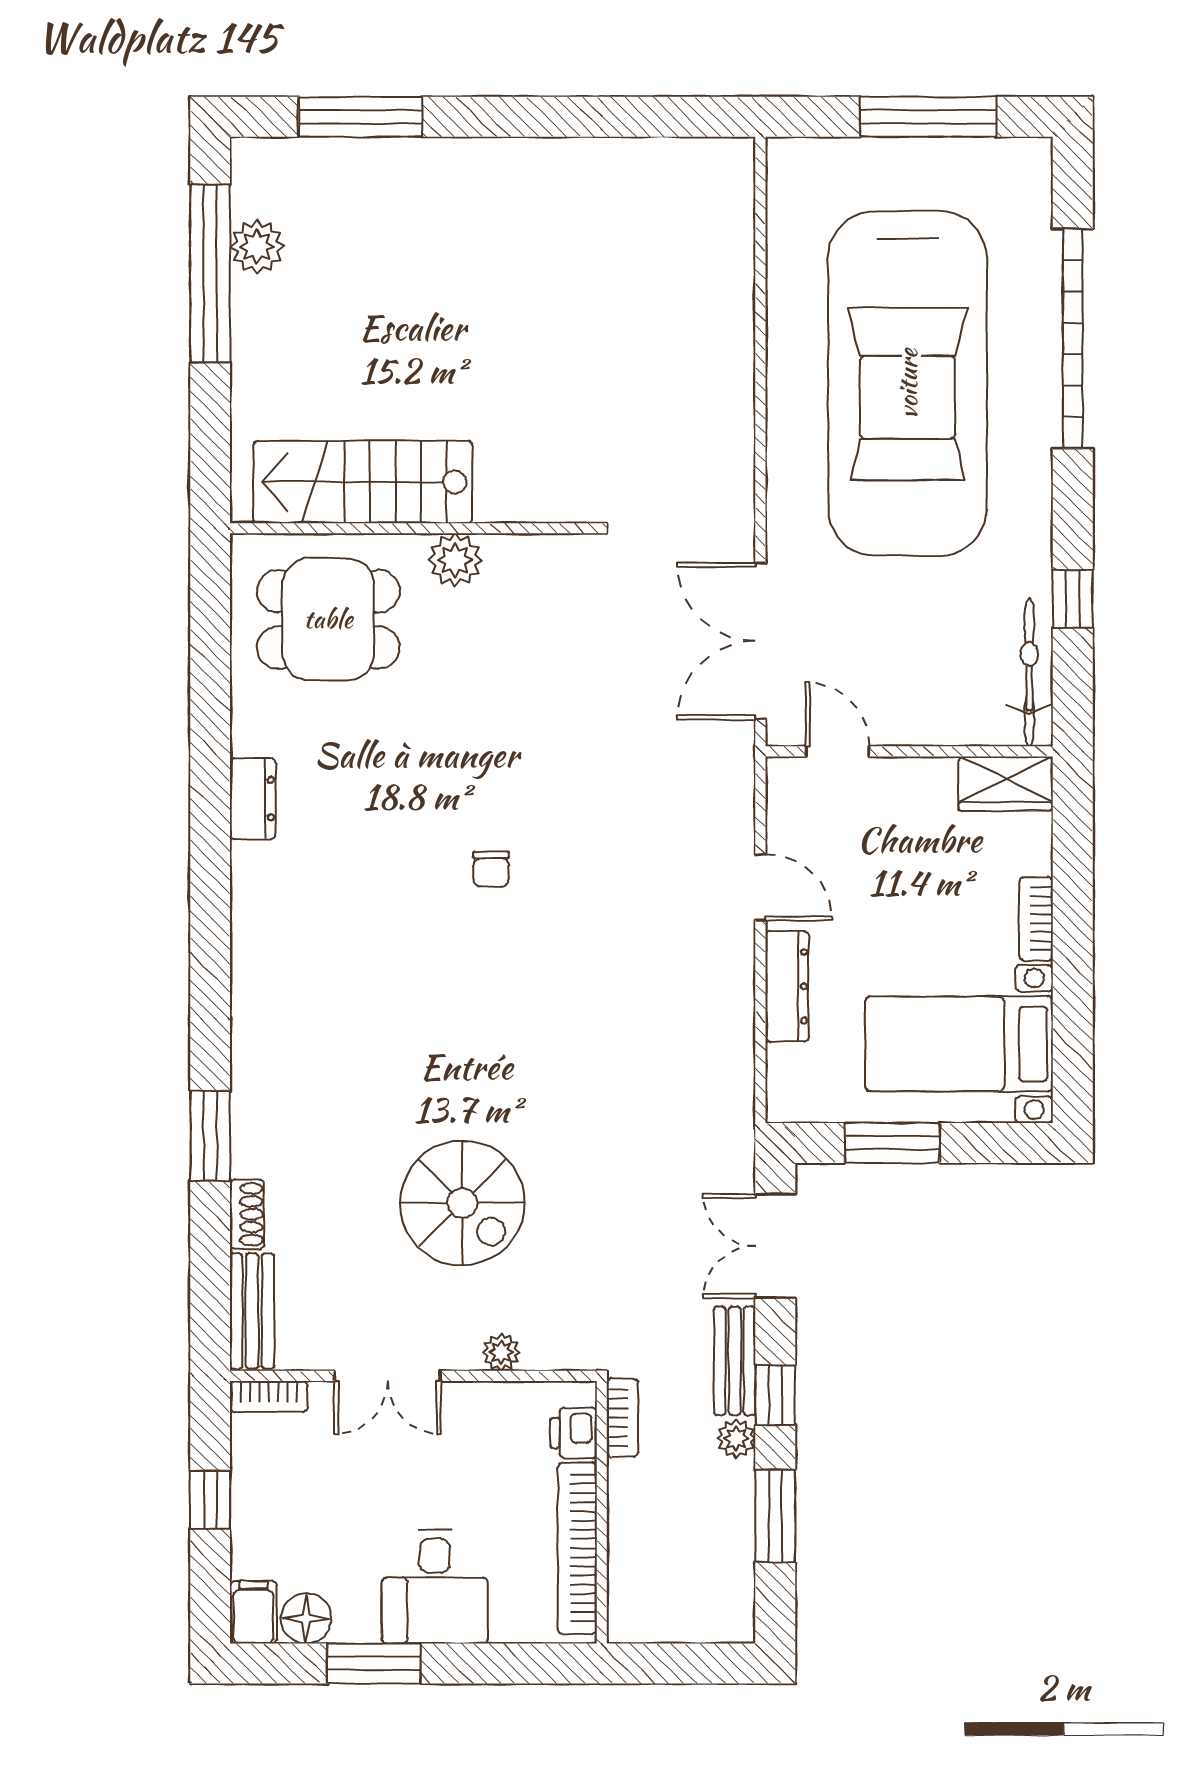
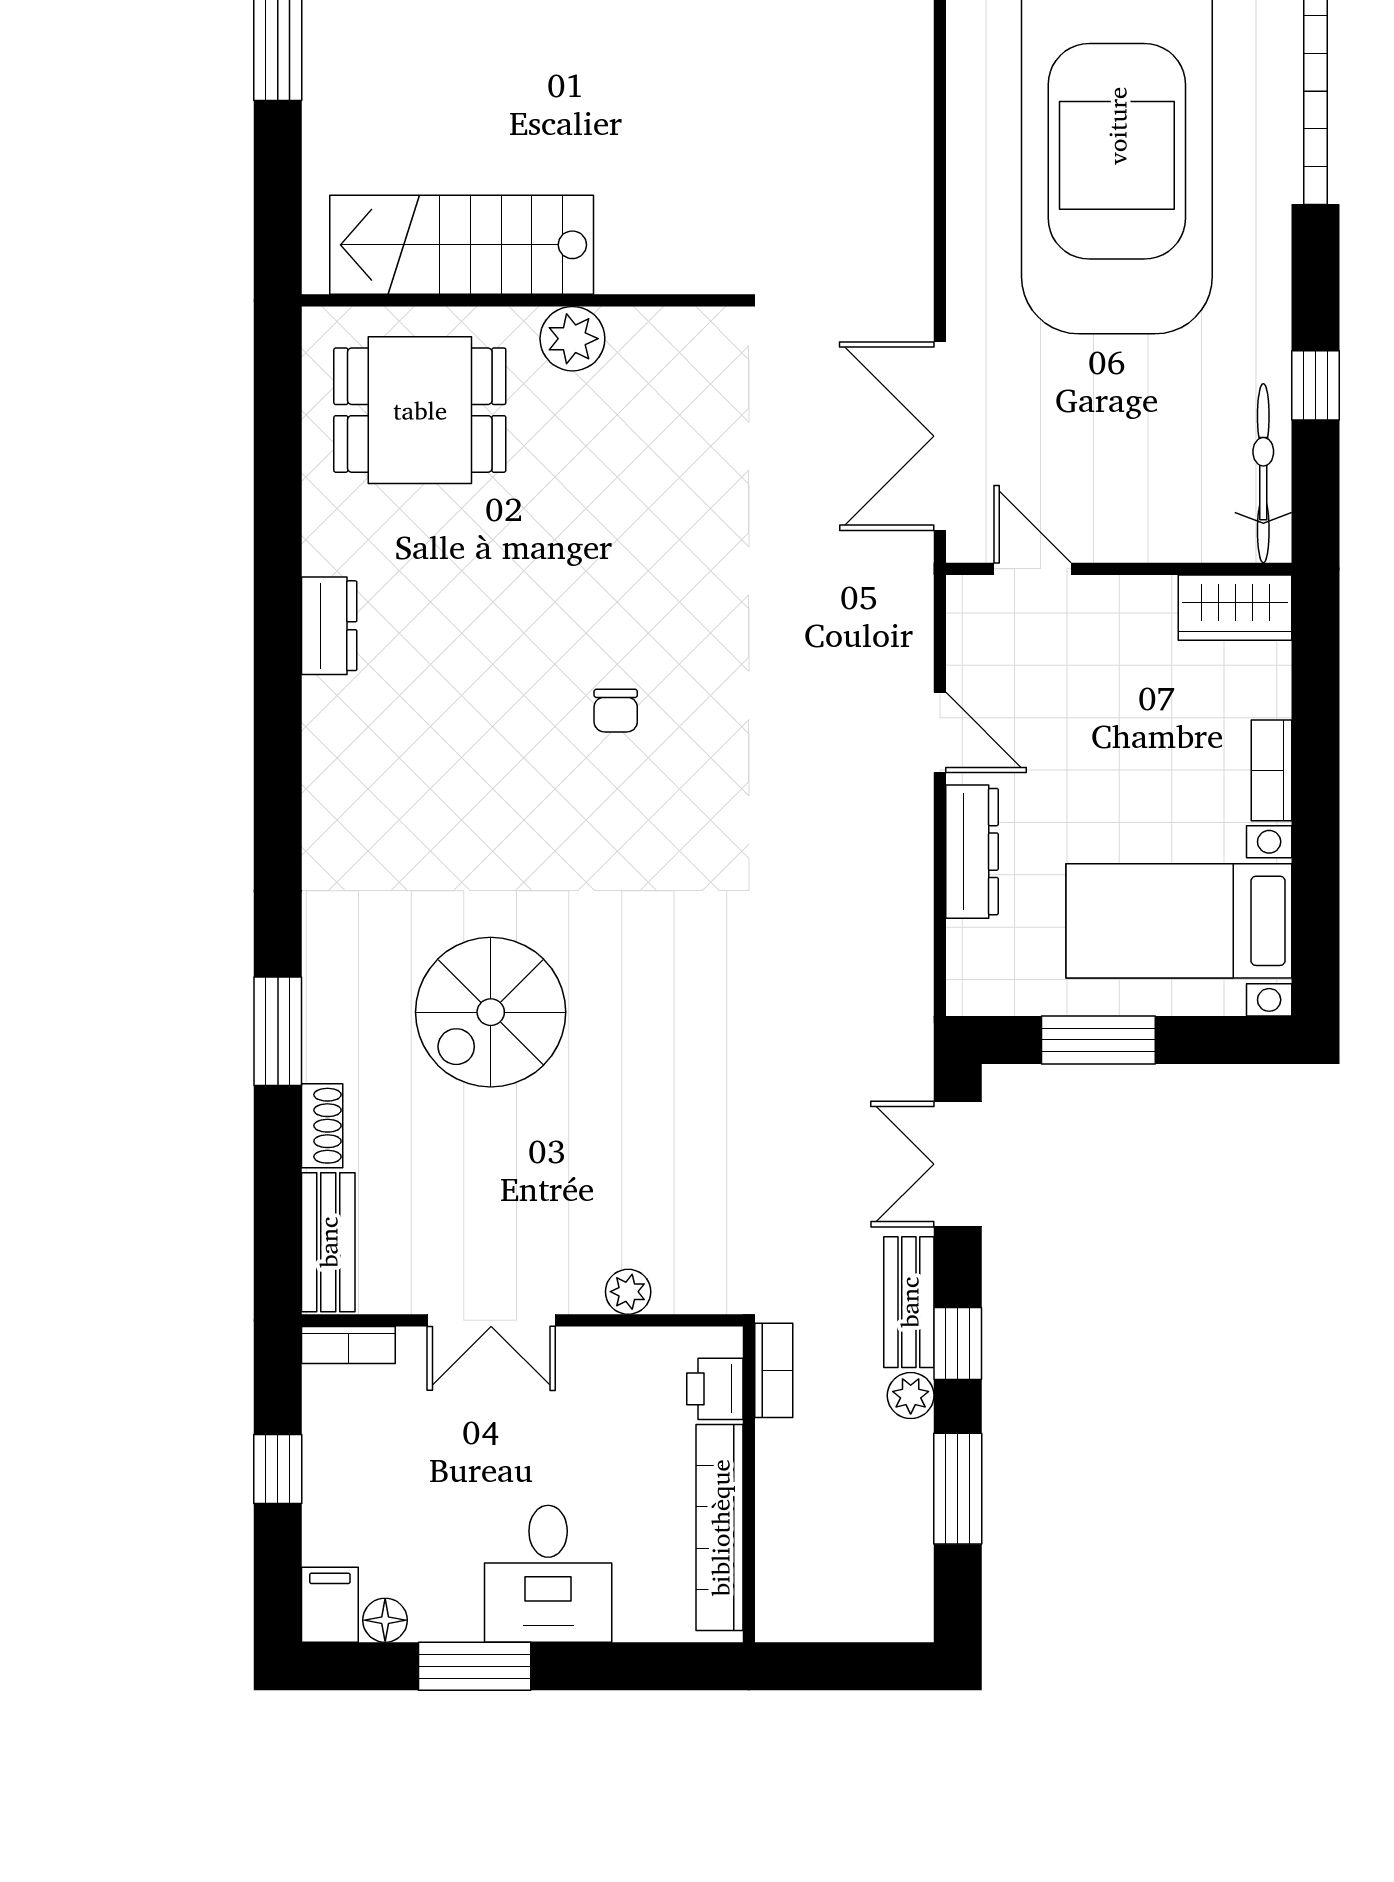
spiral stairs: (462, 1203) -> (491, 1012), moved, turned 90
floor lamp: (306, 1618) -> (385, 1620), width x0.73, depth x0.73

